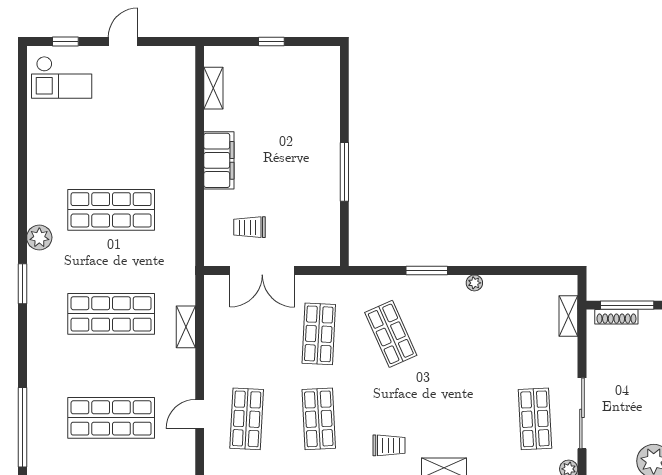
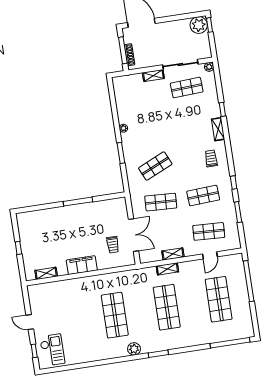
shelving: (568, 316) -> (153, 76), moved
shelving: (213, 342) -> (173, 254), added
door: (200, 414) -> (210, 255), hinge flipped

